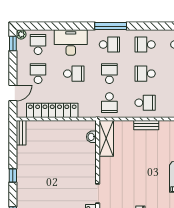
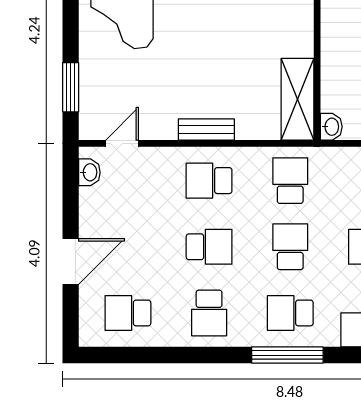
school desk: (145, 45) -> (209, 313), turned 90
school desk: (109, 74) -> (290, 247), turned 180
washbasin: (91, 137) -> (331, 127), moved

